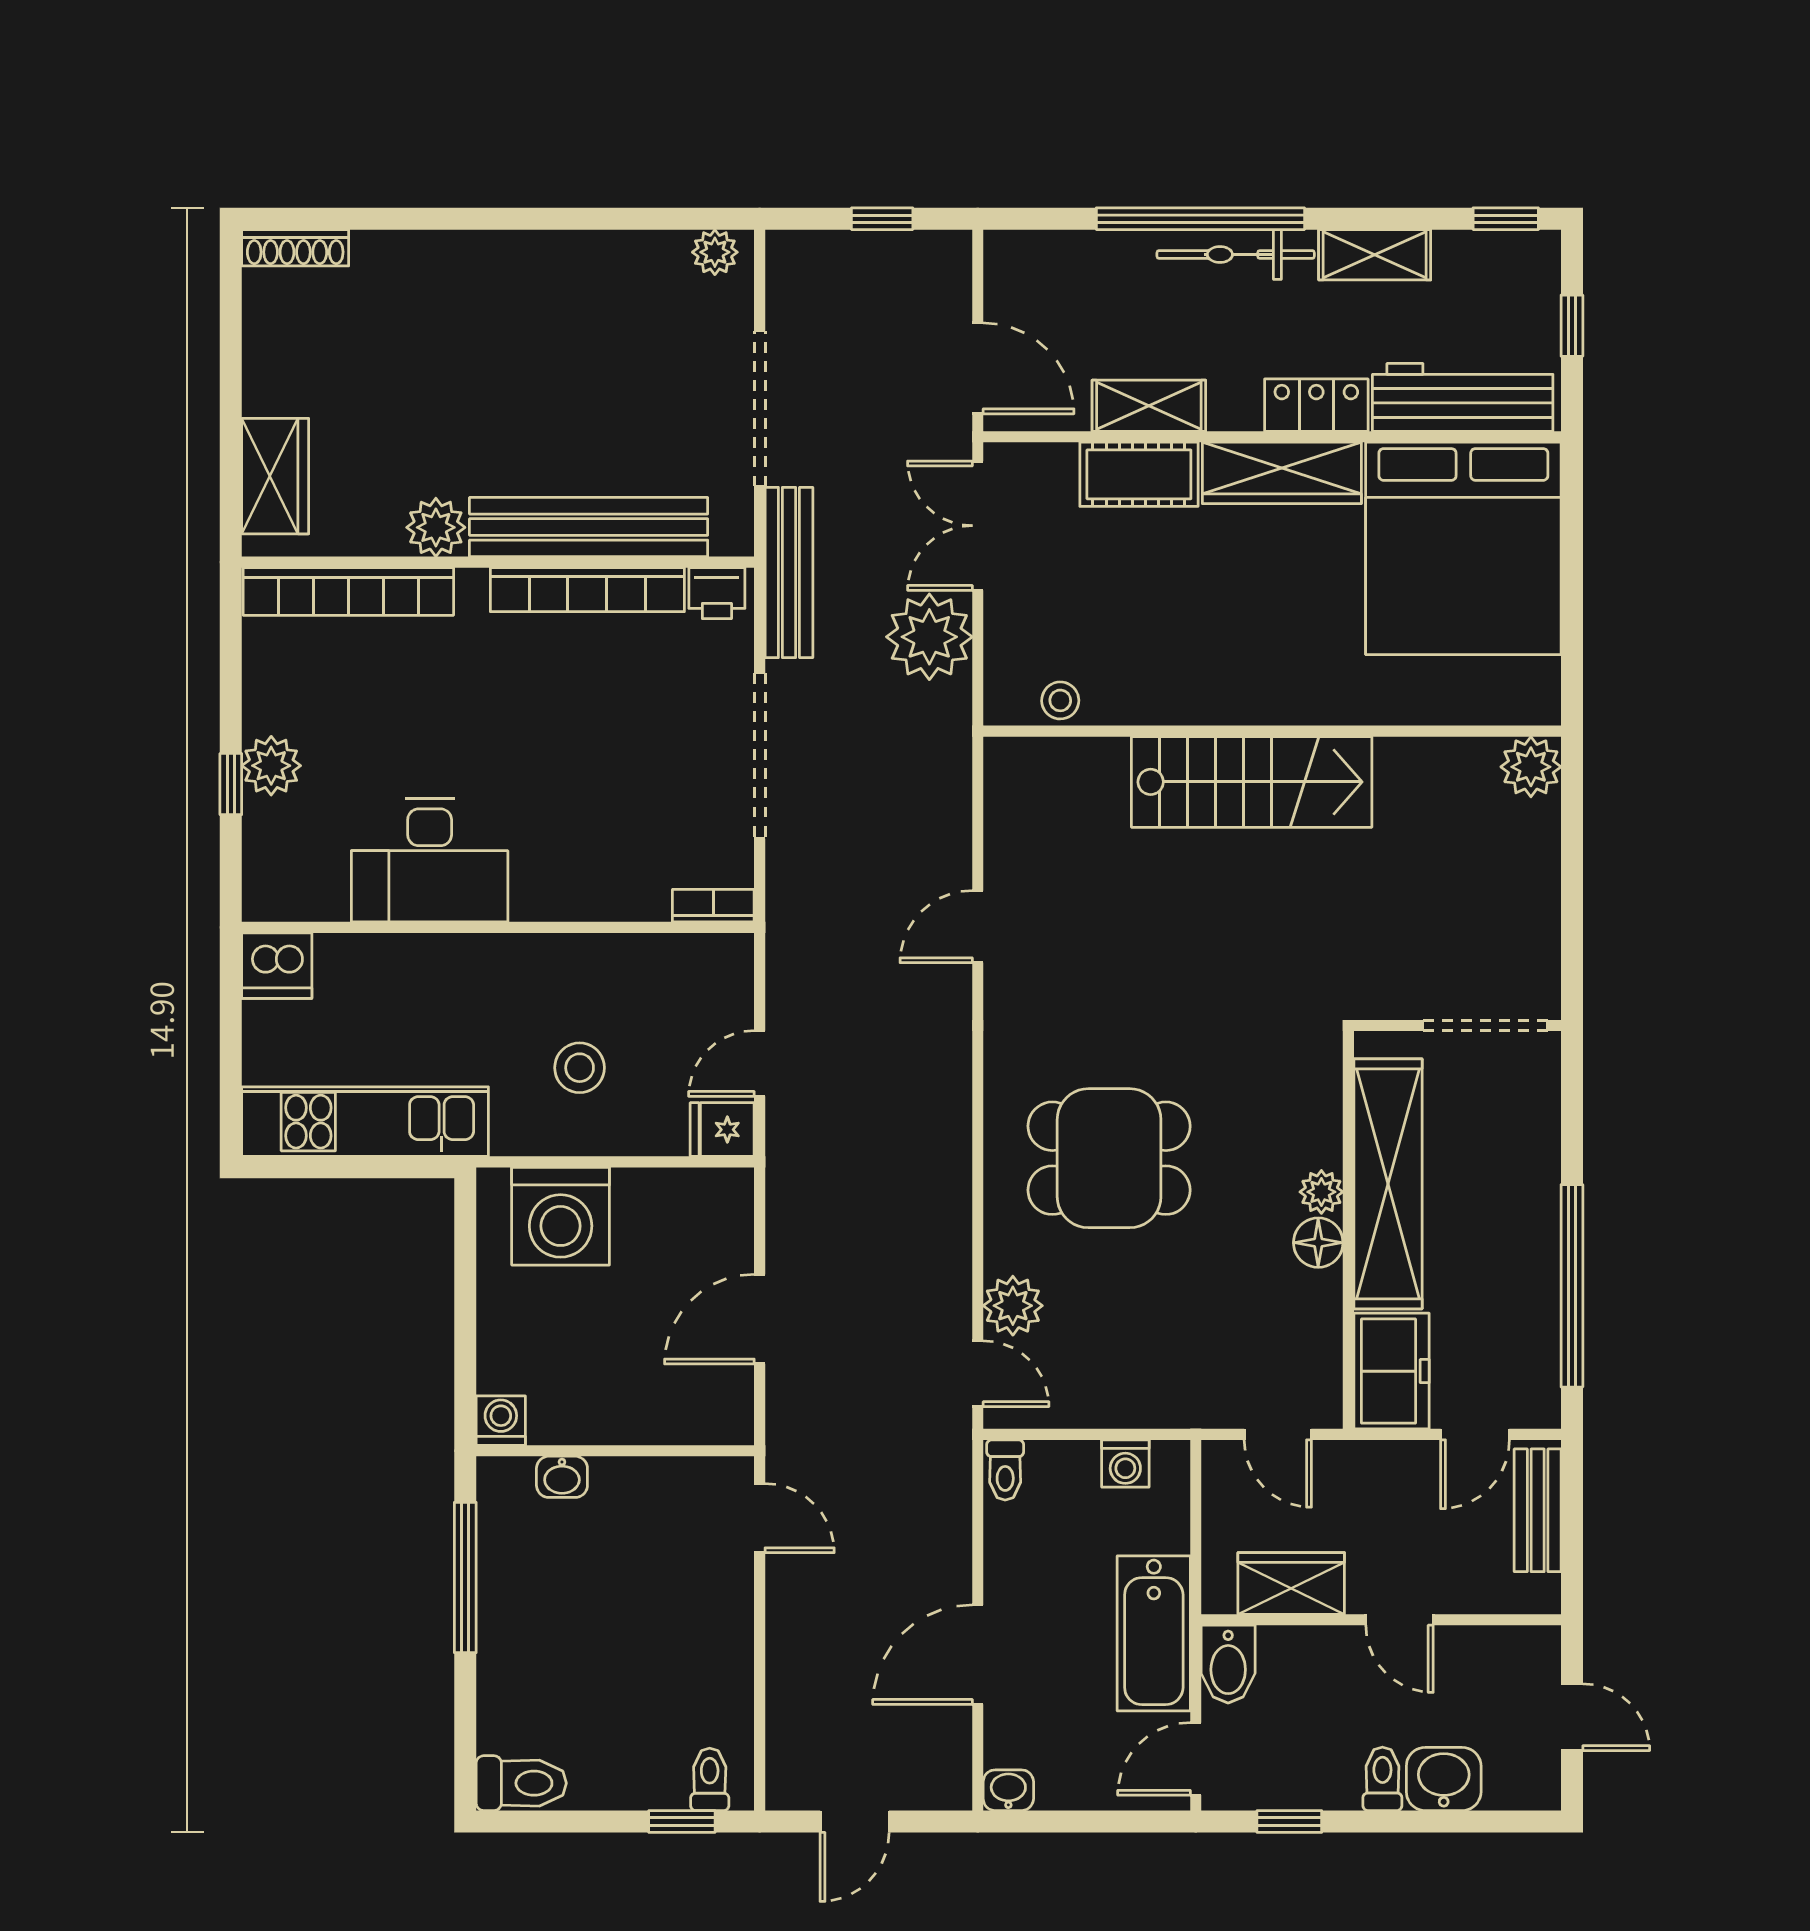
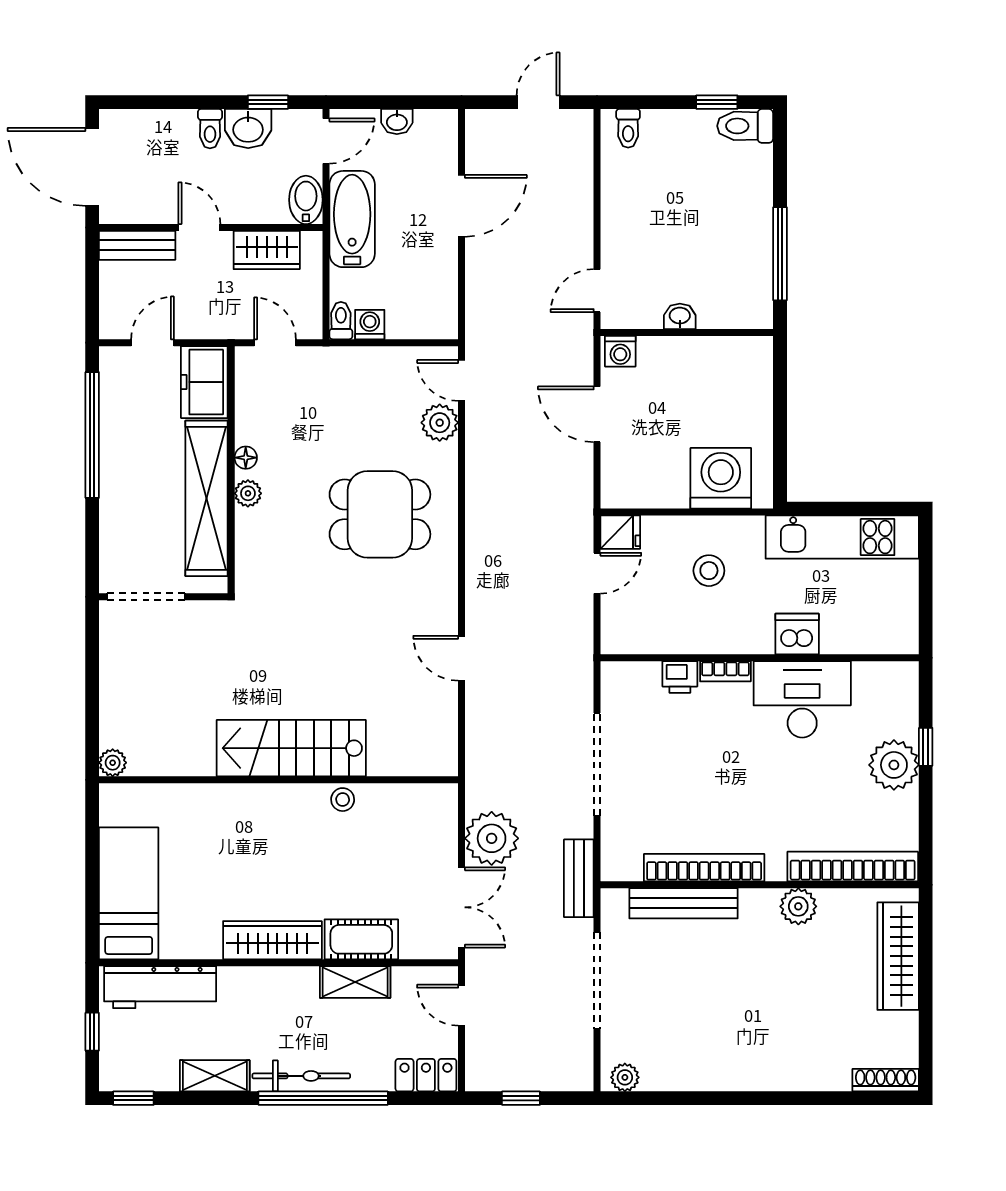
door: (978, 368) -> (462, 1005), width x0.73
locker: (1316, 405) -> (426, 1075), moved, turned 180
wardrobe: (275, 476) -> (898, 956), width x1.50
bench: (589, 527) -> (683, 903), width x0.73, depth x0.82
bed: (1463, 548) -> (129, 893), width x0.49
bench: (789, 573) -> (579, 878), width x0.73
printer: (717, 593) -> (680, 677), moved, turned 180
stool: (1060, 700) -> (343, 800), moved
plant: (271, 766) -> (894, 765), width x1.36, depth x1.36
plant: (1531, 767) -> (113, 763), width x0.73, depth x0.73
bookcase: (713, 906) -> (725, 671), moved
door: (978, 927) -> (462, 658), swing flipped
dishwasher: (277, 966) -> (797, 634), moved
floor lamp: (1318, 1243) -> (246, 458), width x0.73, depth x0.73
door: (760, 1319) -> (597, 414), swing flipped
washing machine: (501, 1421) -> (620, 351), moved
toilet: (1005, 1470) -> (341, 321), moved
washbasin: (562, 1477) -> (680, 316), moved
bench: (1538, 1510) -> (137, 245), moved, turned 90
door: (760, 1518) -> (597, 291), hinge flipped
door: (1572, 1717) -> (92, 167), width x1.87
washbasin: (1444, 1779) -> (248, 129), moved
washbasin: (1008, 1790) -> (397, 122), moved
window: (682, 1821) -> (717, 102), moved

